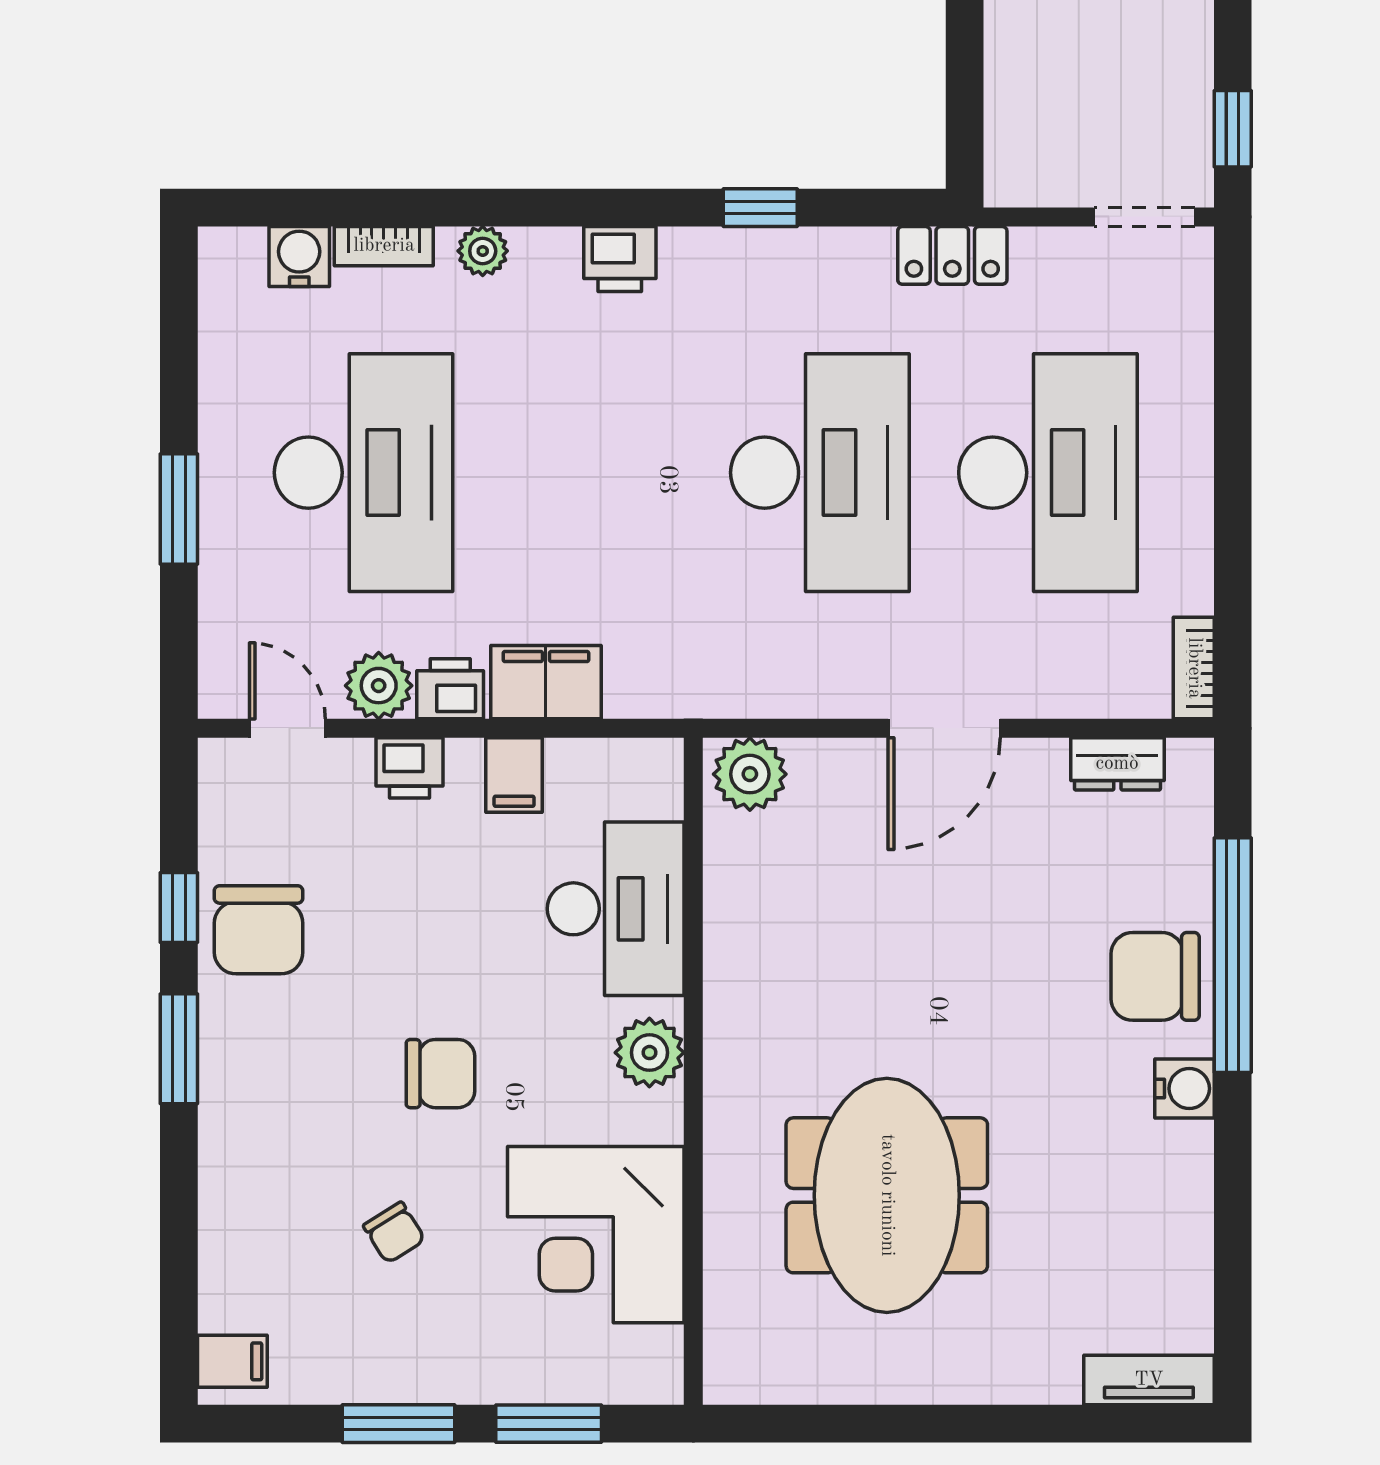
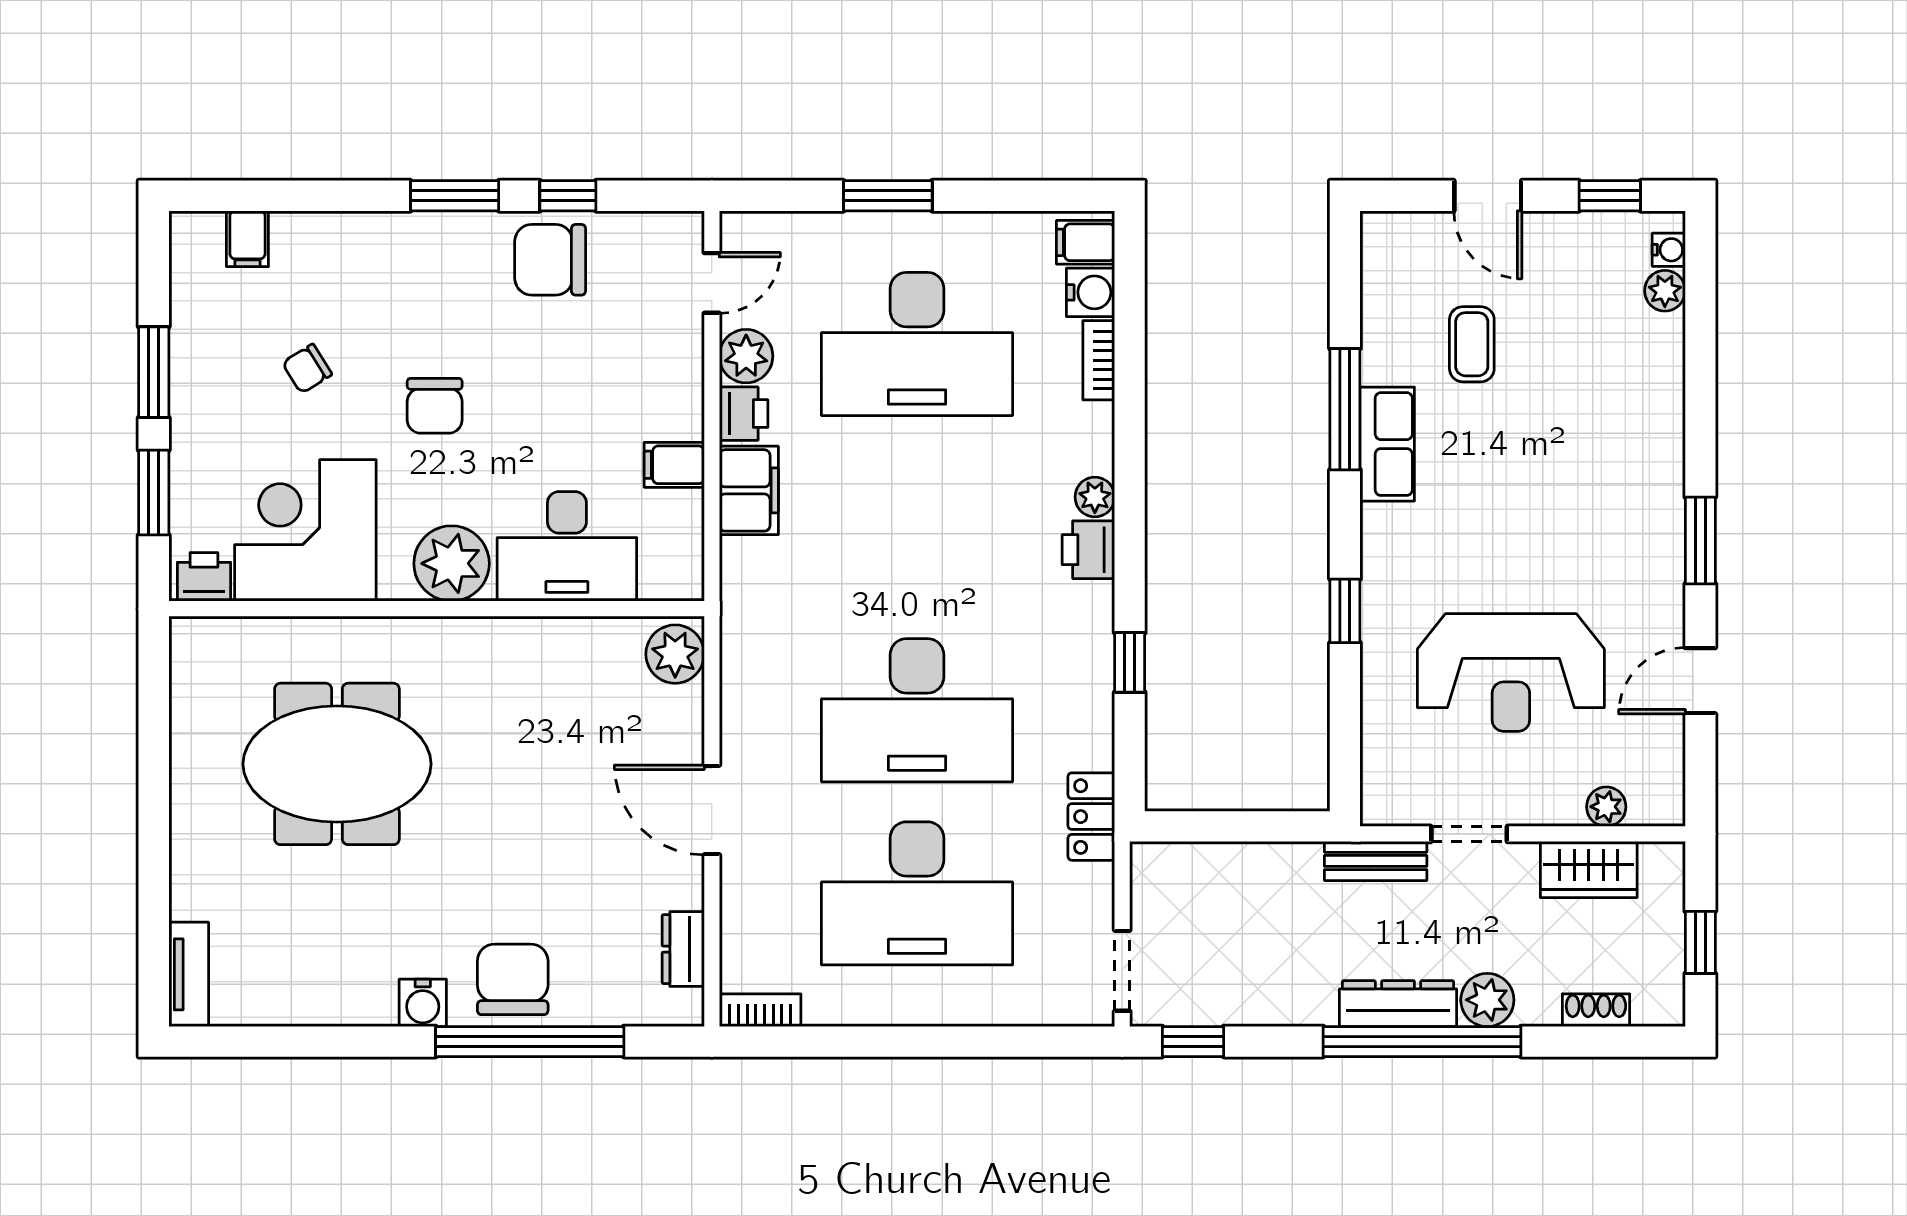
plant: (483, 251) -> (1095, 497), moved
filing cabinet: (237, 263) -> (1086, 242), added
printer: (410, 768) -> (204, 577), moved, turned 90
plant: (649, 1053) -> (452, 563), width x1.36, depth x1.36
filing cabinet: (232, 1361) -> (247, 239), moved

